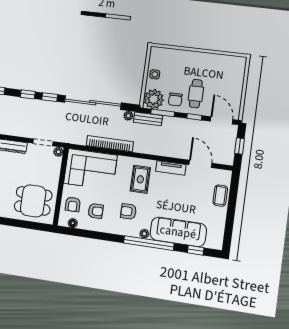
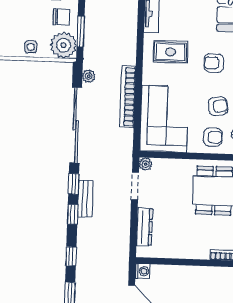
bench: (148, 119) -> (85, 199), moved
armchair: (96, 211) -> (218, 106), turned 81
armchair: (128, 211) -> (214, 63), turned 90

